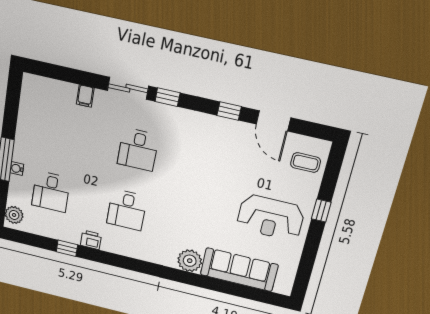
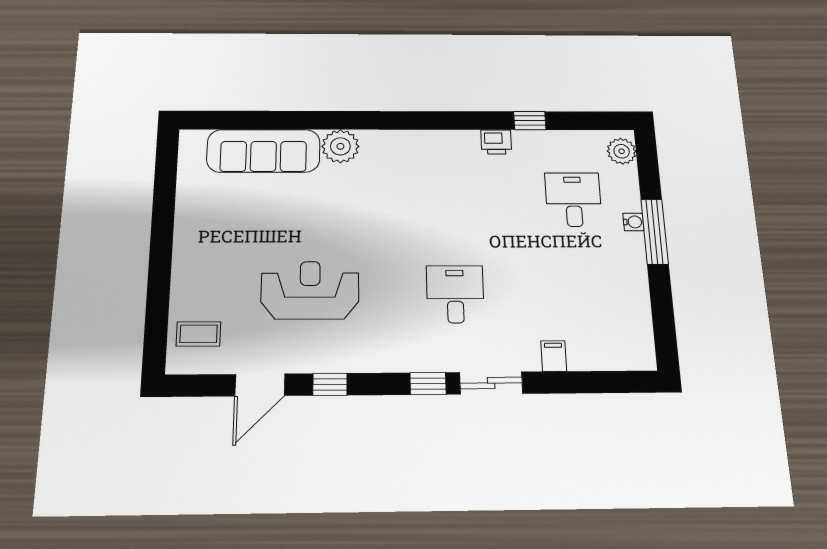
door: (273, 121) -> (260, 385), swing flipped
desk: (127, 210) -> (452, 200), removed
window: (321, 211) -> (160, 268), removed
reception desk: (270, 218) -> (310, 290), moved

